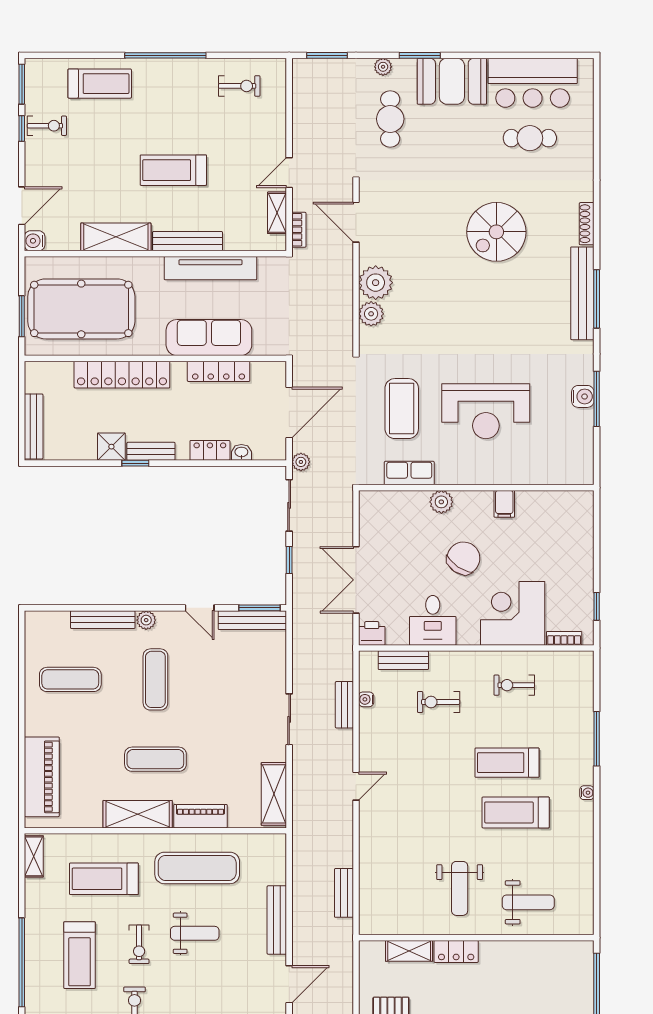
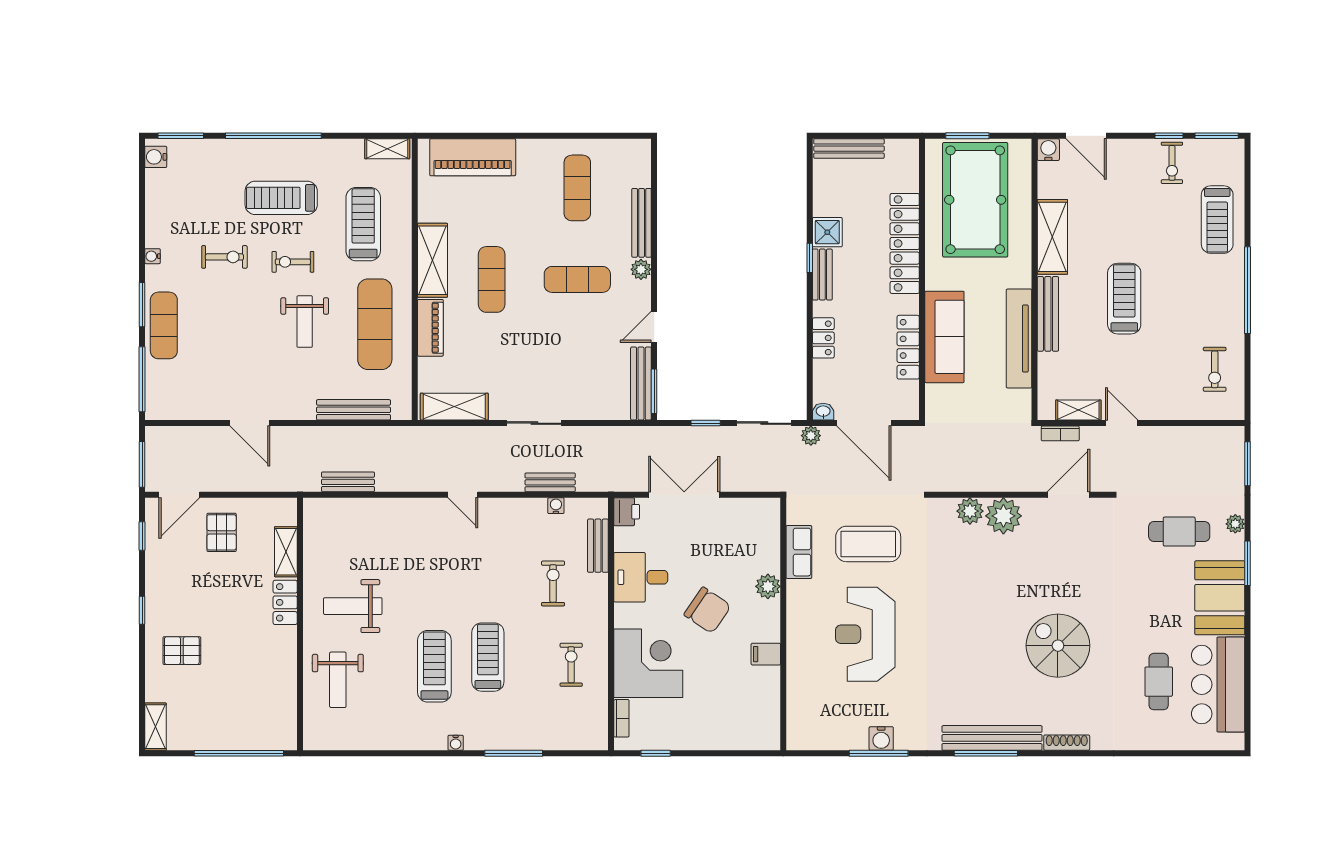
washbasin: (241, 452) -> (823, 412), moved, turned -90
bench: (277, 920) -> (354, 410), moved

